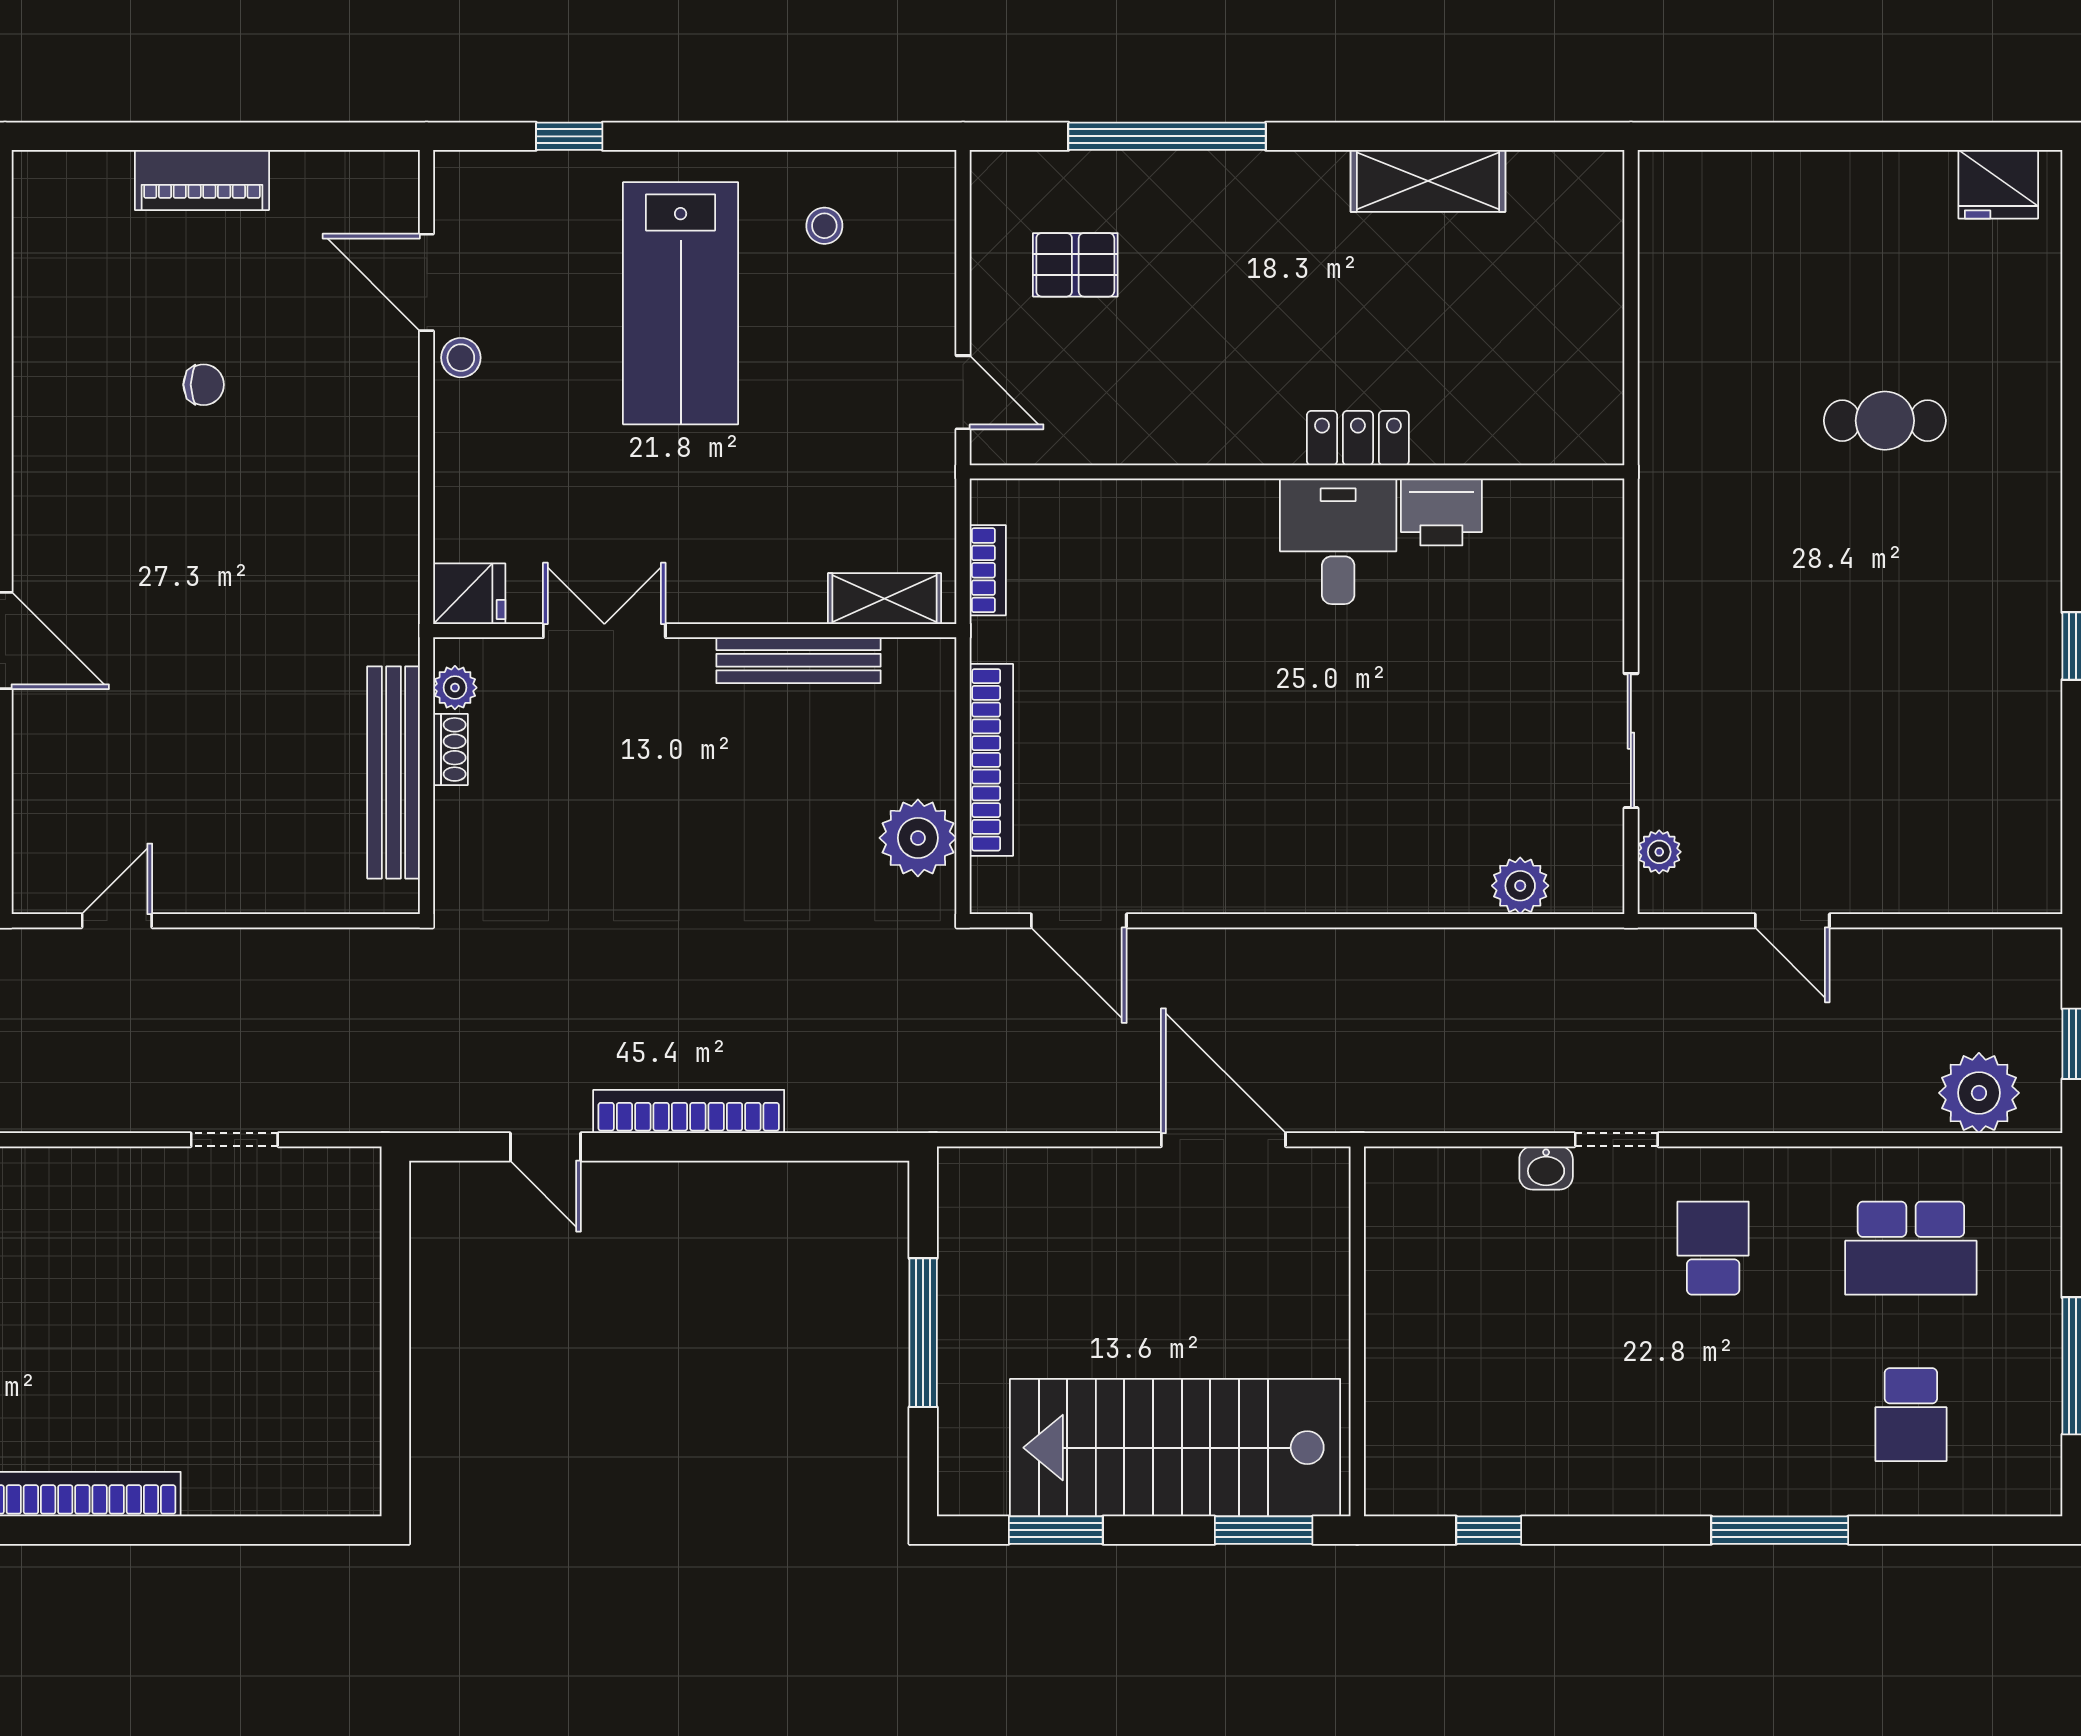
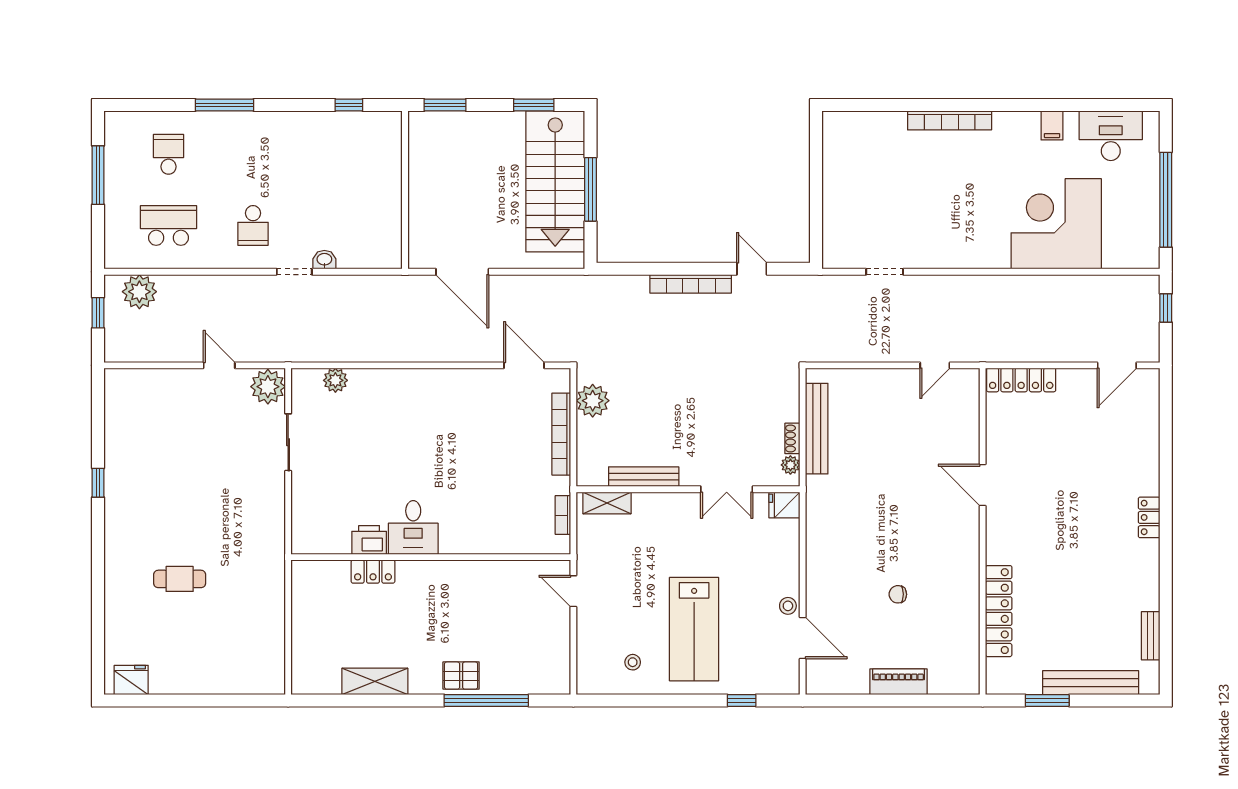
pallet: (1075, 265) -> (461, 676), moved
lab bench: (681, 303) -> (694, 629), turned 180
locker: (1358, 438) -> (373, 572), moved
plant: (1659, 852) -> (268, 387), width x1.88, depth x1.88
stairs: (1175, 1448) -> (555, 181), moved, turned 90

